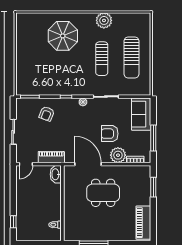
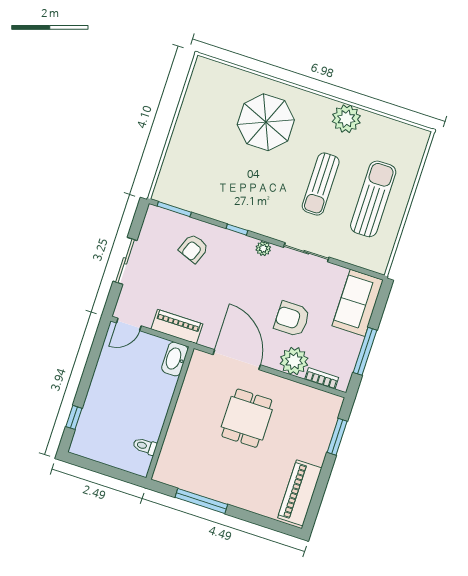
sun lounger: (132, 57) -> (373, 199), turned 180
dining table: (103, 193) -> (247, 418), width x0.73

